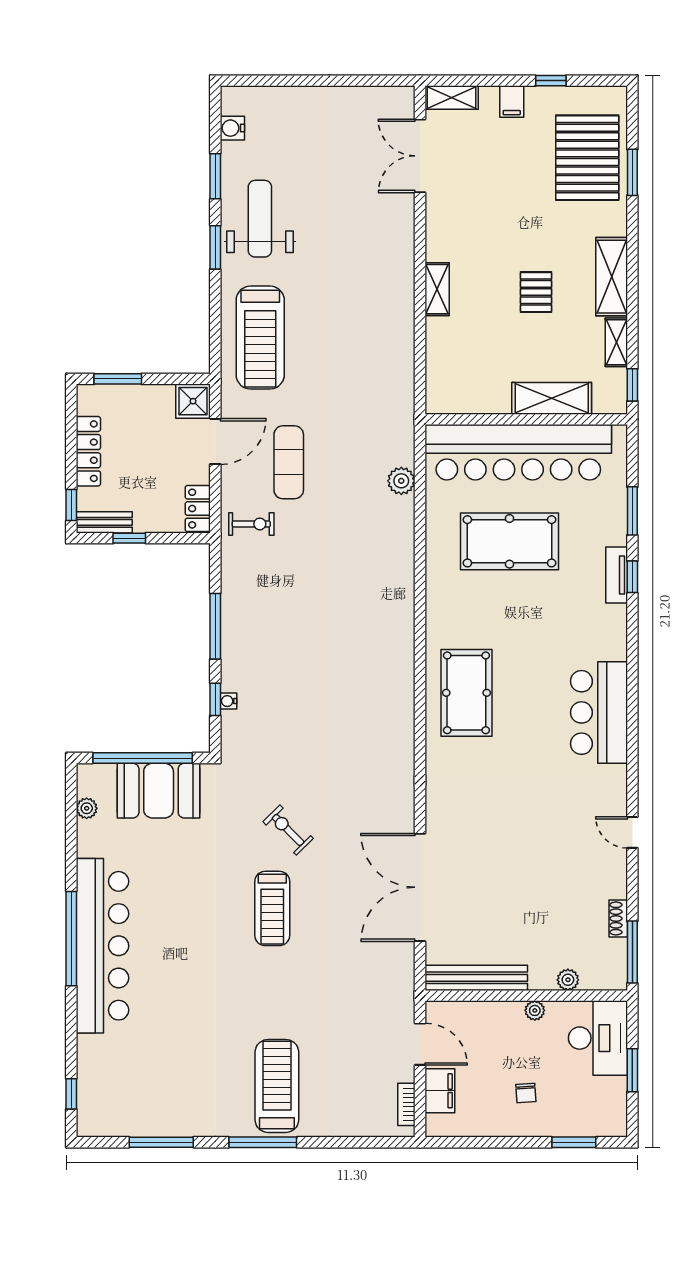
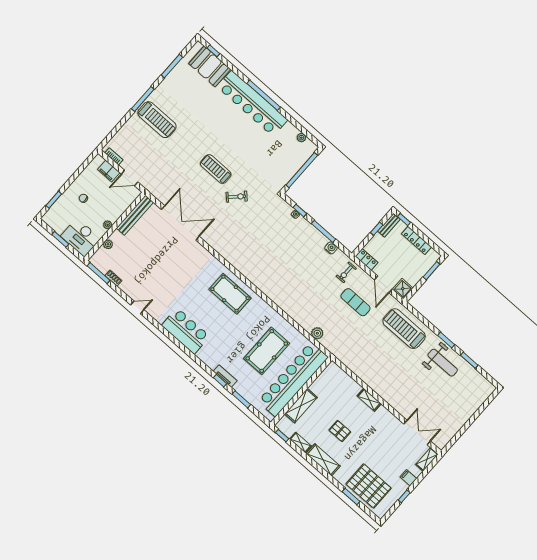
water cooler: (232, 128) -> (331, 248), moved
booth: (159, 791) -> (210, 66), moved, turned 90

